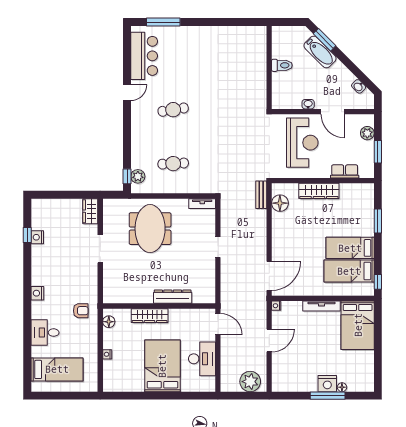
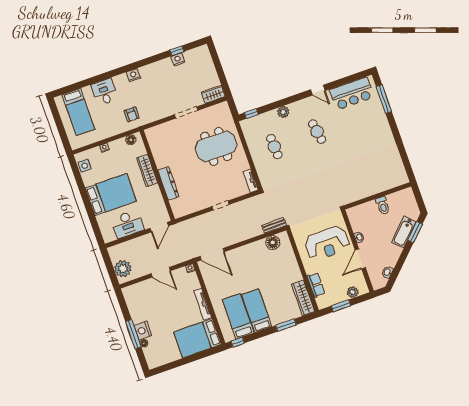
plant: (138, 176) -> (283, 112), moved
wardrobe: (319, 191) -> (303, 298), moved
side table: (120, 384) -> (85, 166), added

